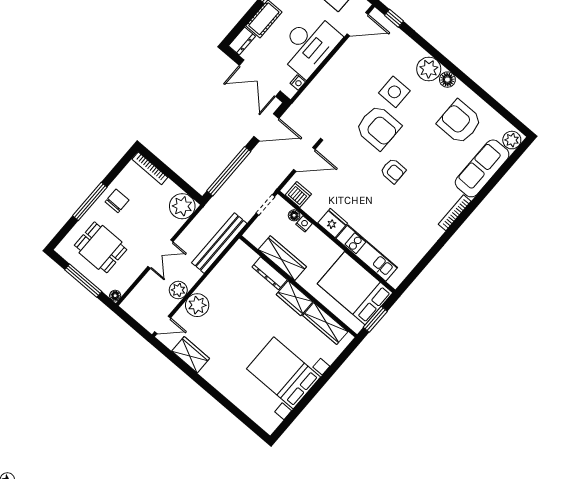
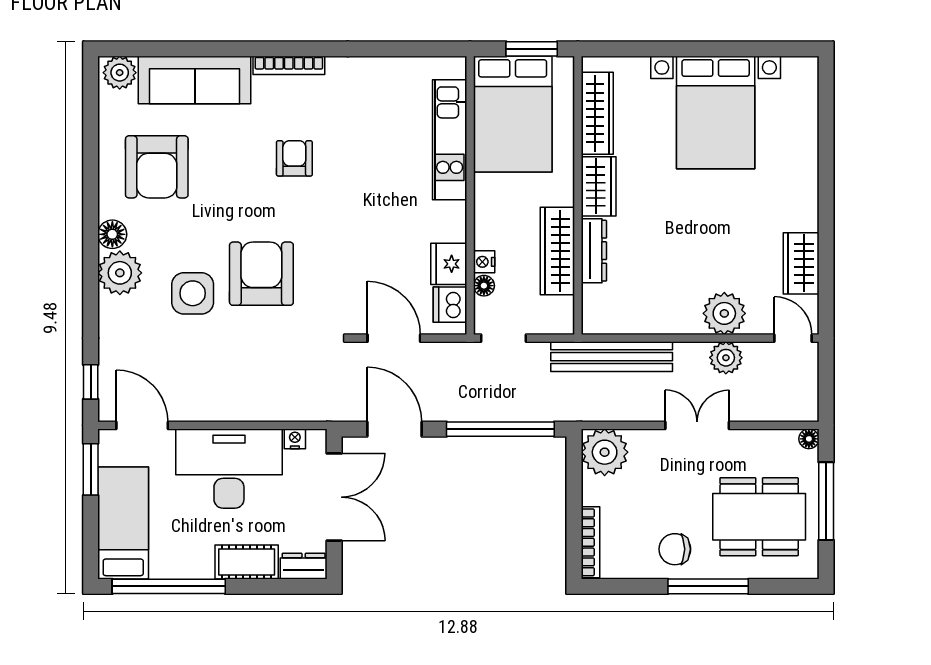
armchair: (393, 171) -> (294, 158), moved
fridge: (333, 223) -> (449, 264), moved
dining table: (101, 247) -> (759, 517), width x1.38

